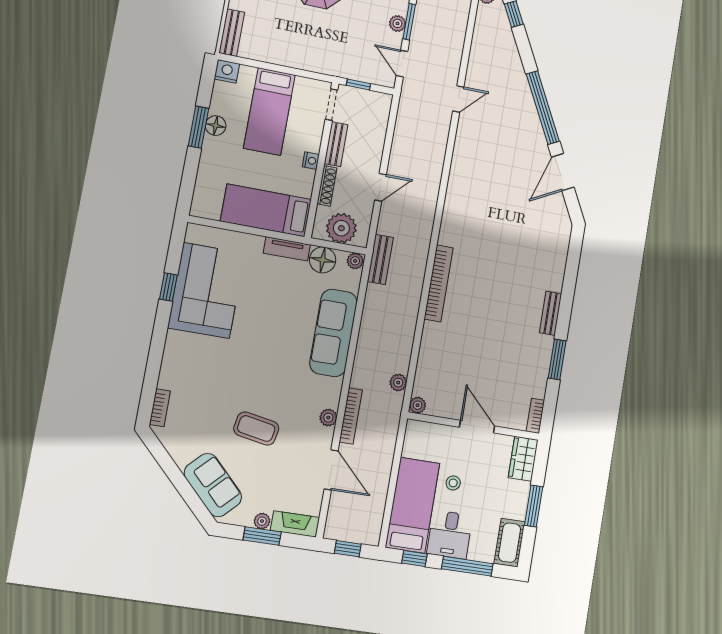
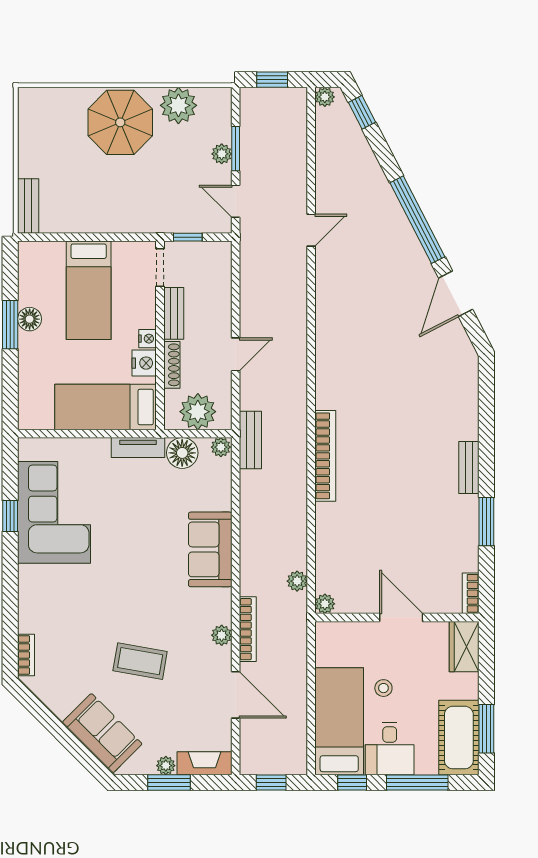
nightstand: (227, 71) -> (144, 363), moved, turned 90
sofa: (333, 333) -> (210, 549), width x0.73
window: (534, 506) -> (486, 729), moved
cot: (510, 543) -> (459, 738), width x1.37, depth x1.34

